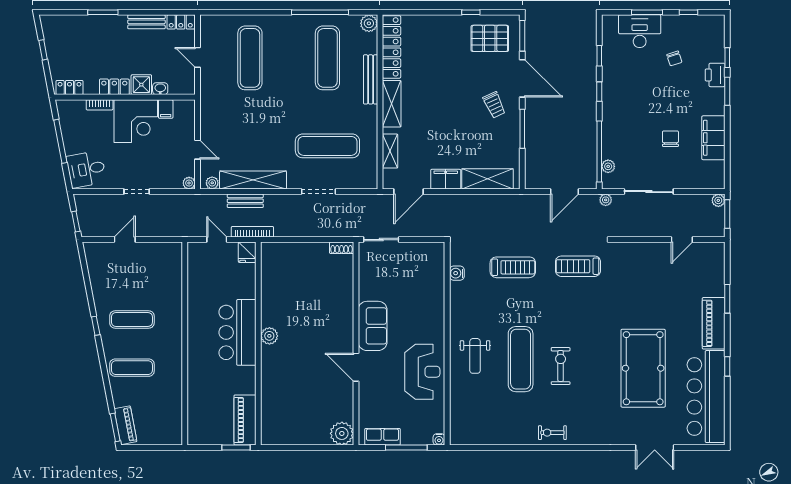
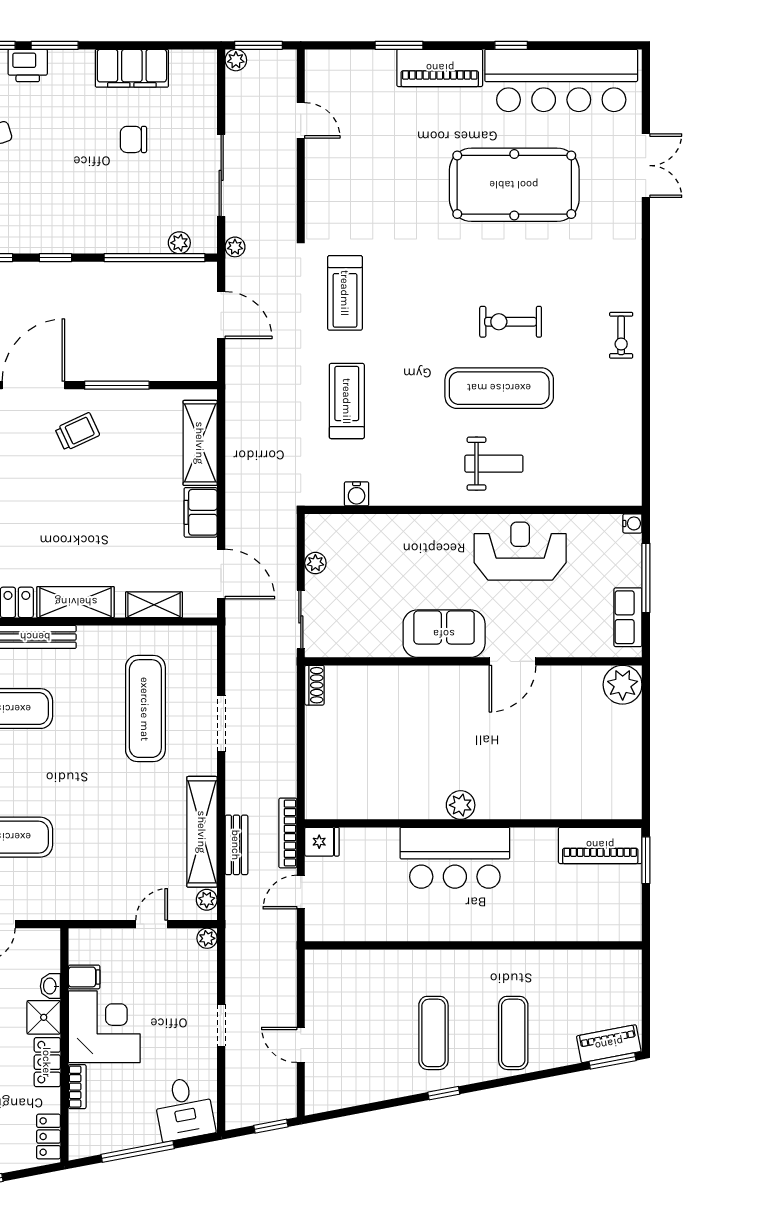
plant: (415, 248) -> (315, 563), added

